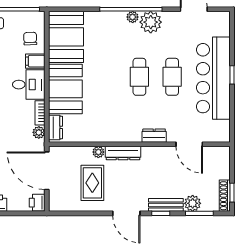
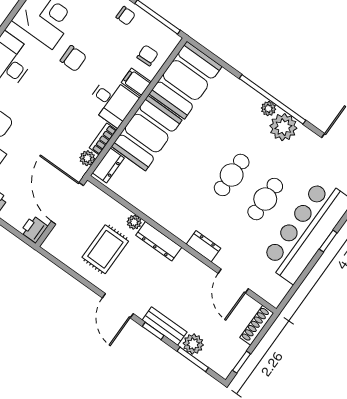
shoe rack: (225, 196) -> (257, 325), moved

